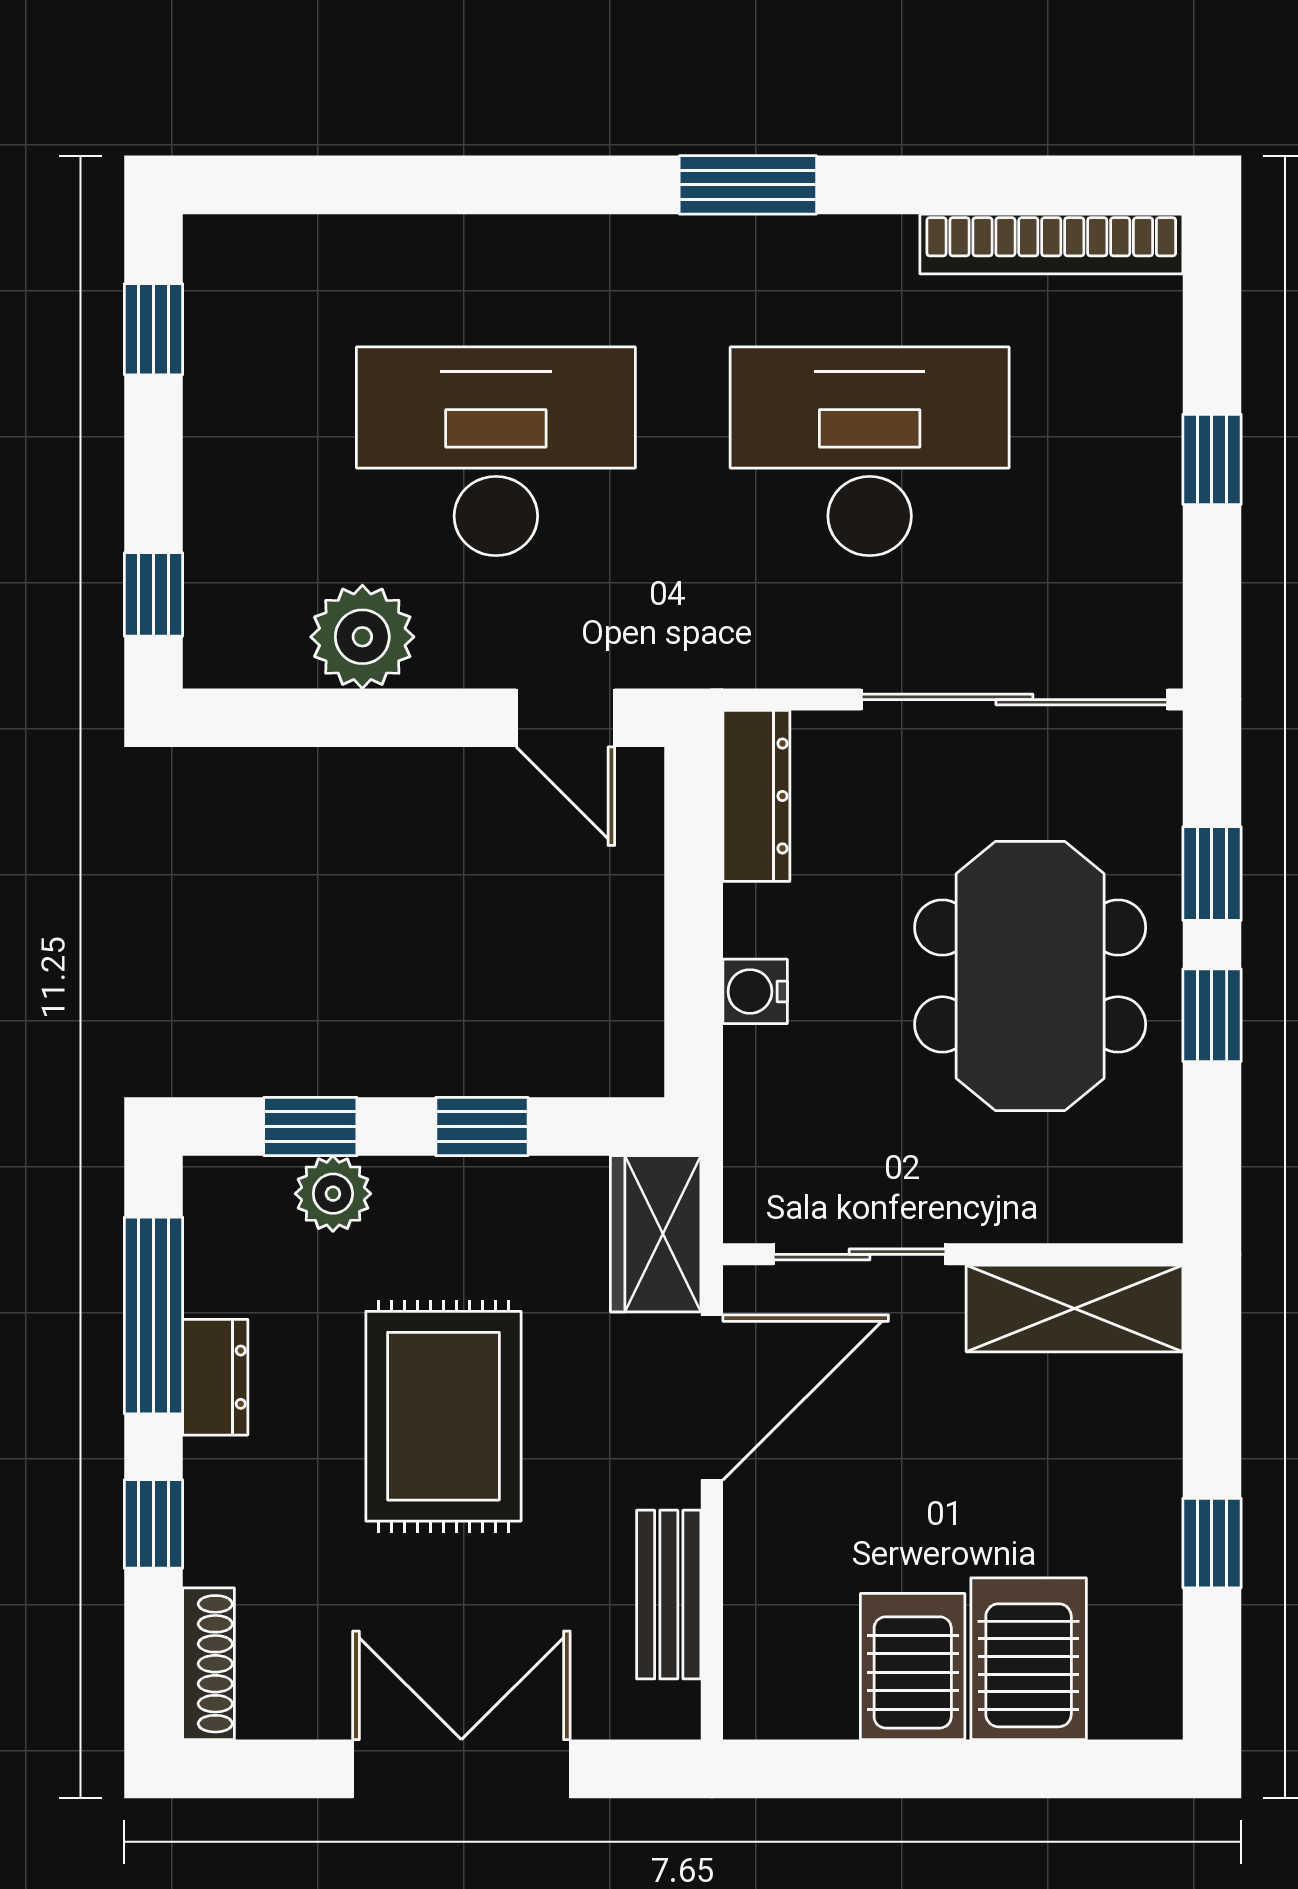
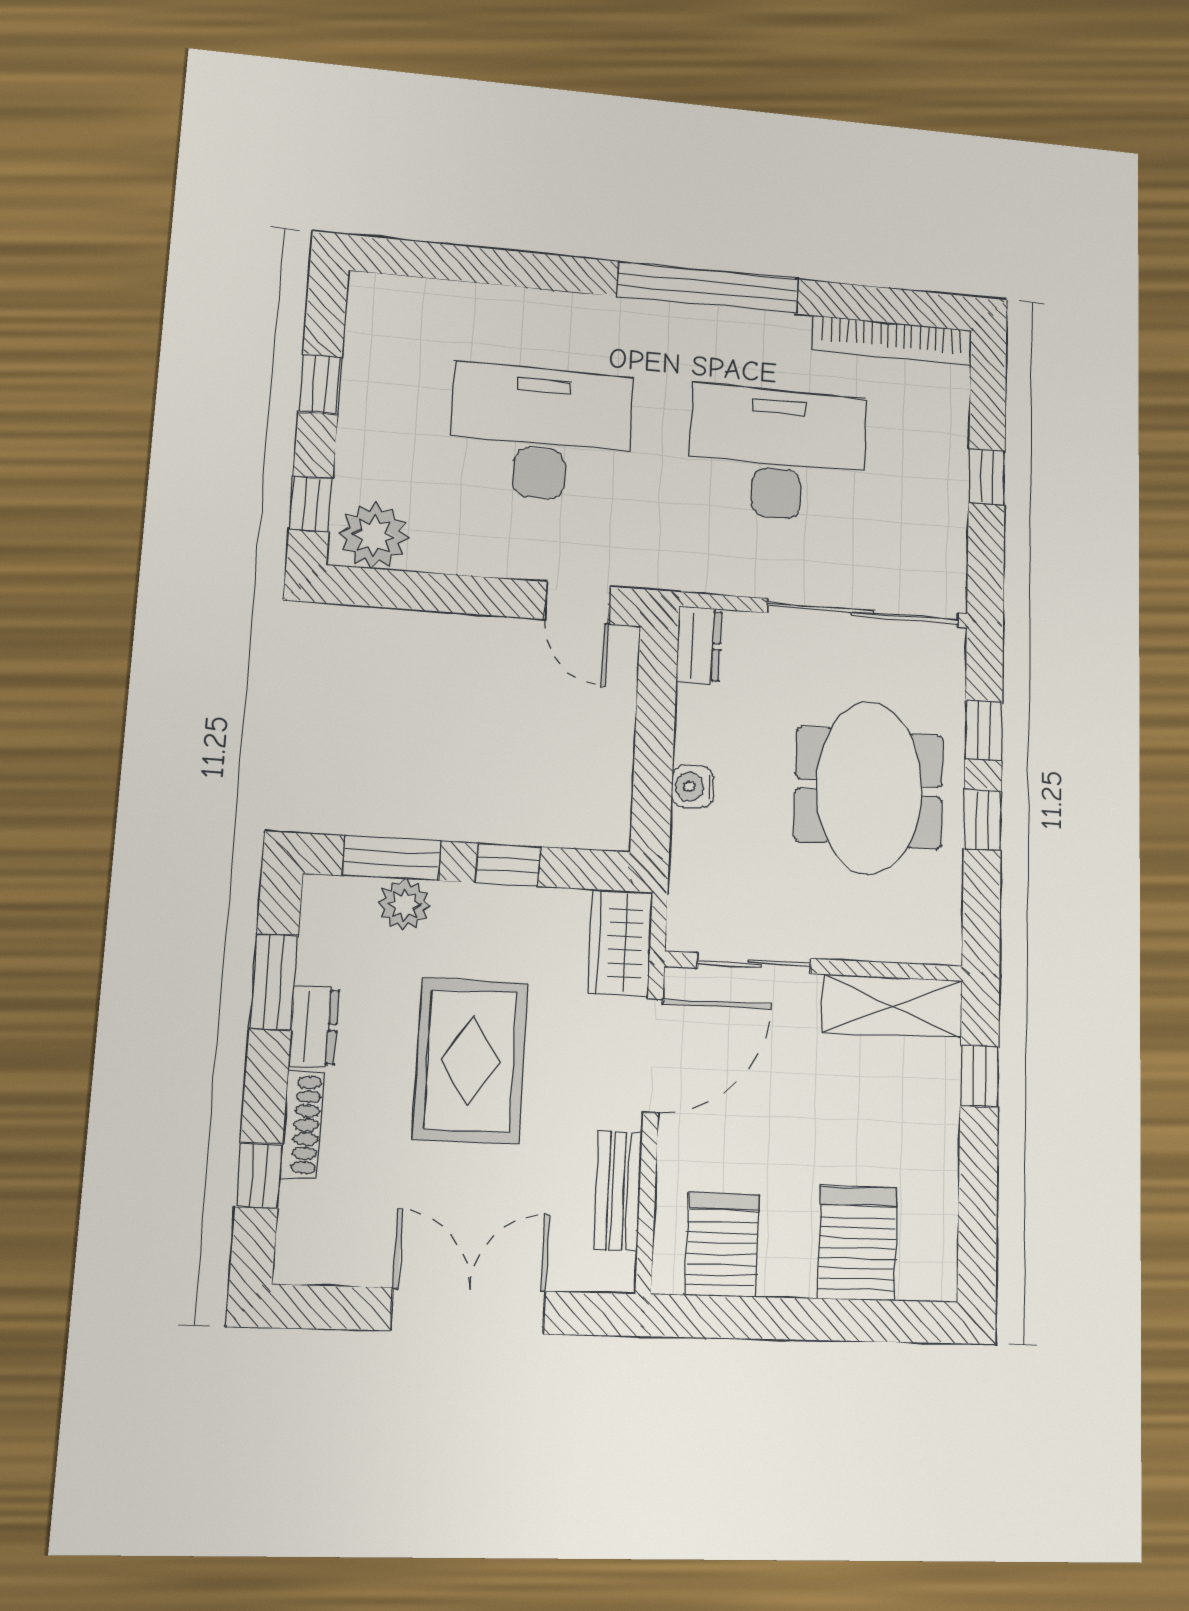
window: (748, 185) -> (708, 288), width x2.11
window: (154, 329) -> (320, 384), moved
plant: (362, 637) -> (374, 536), moved
dresser: (756, 796) -> (699, 645), width x0.70
window: (310, 1127) -> (392, 858), width x1.50
window: (154, 1315) -> (274, 982), width x0.69
window: (154, 1524) -> (259, 1175), moved
window: (1212, 1543) -> (979, 1076), moved
shoe rack: (209, 1664) -> (302, 1125), moved
server rack: (913, 1667) -> (722, 1245), moved

